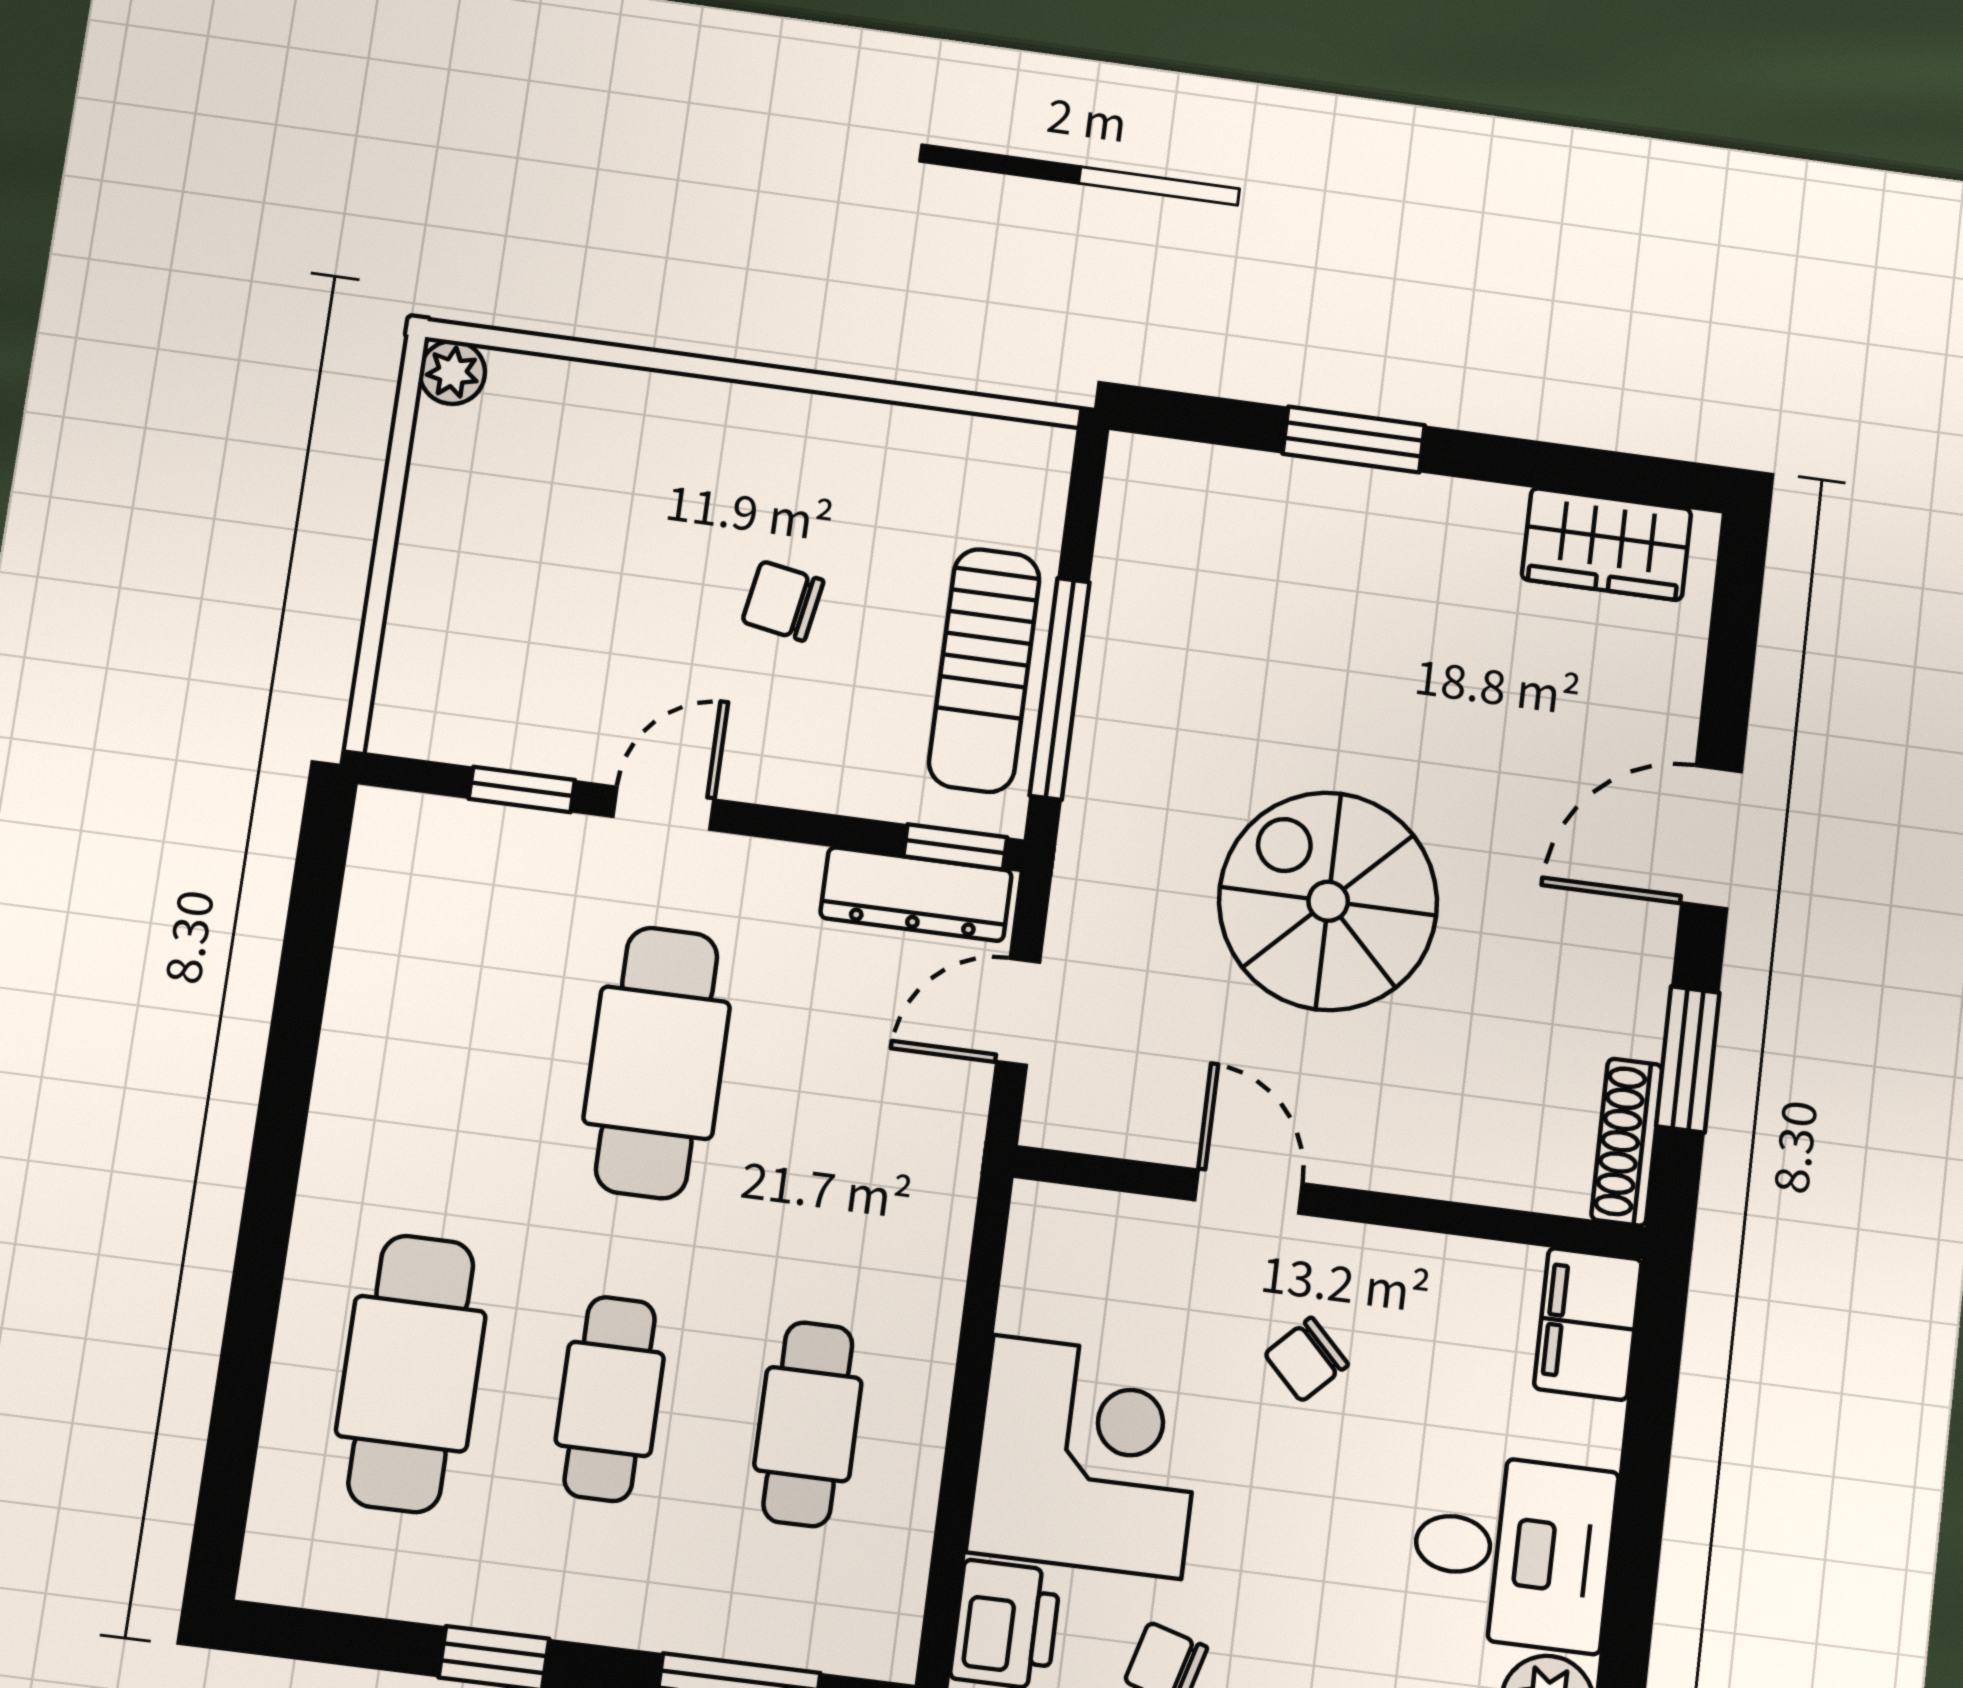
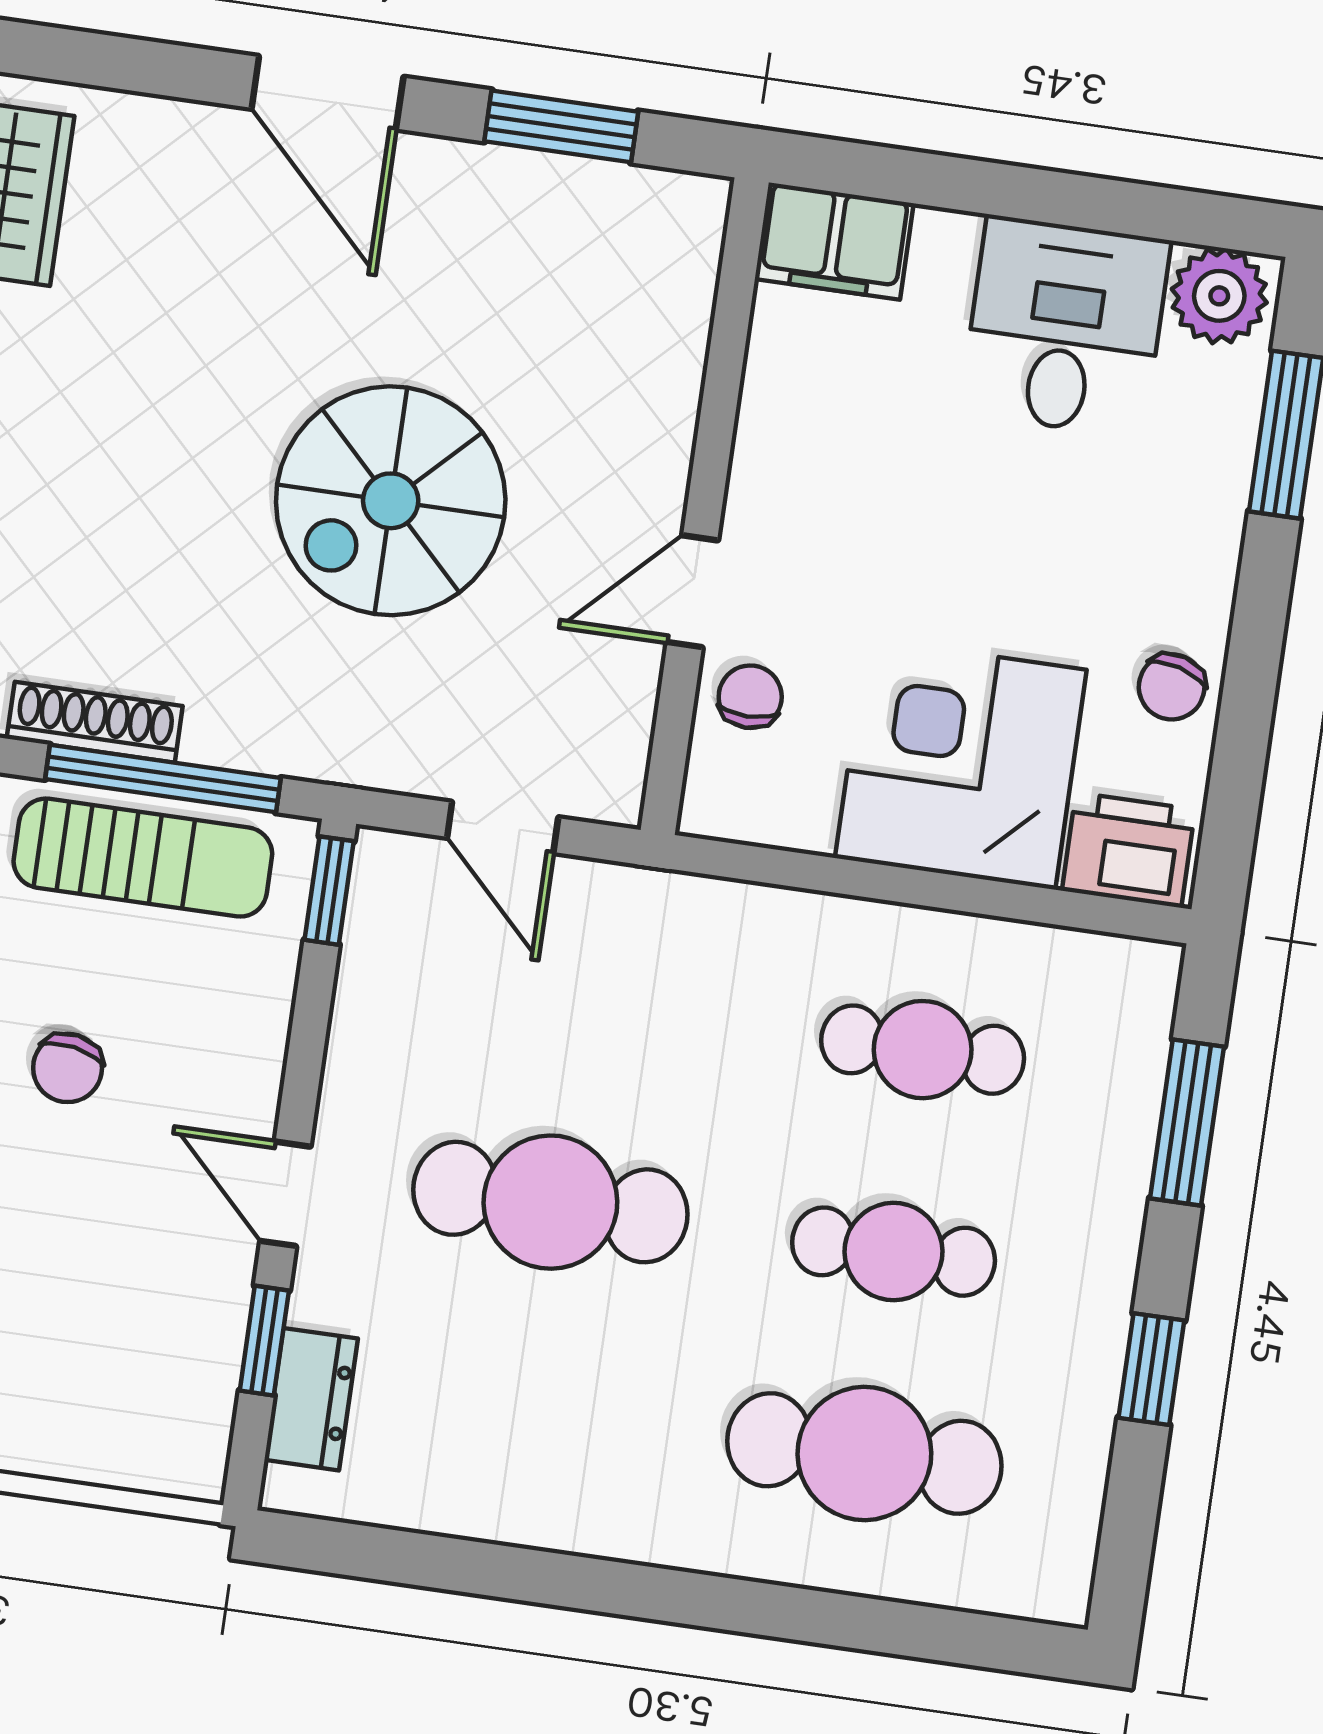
dresser: (916, 894) -> (311, 1399), moved, width x0.70
shoe rack: (1627, 1142) -> (95, 722), moved, turned 180
chair: (1306, 1359) -> (750, 697), moved, turned -135

